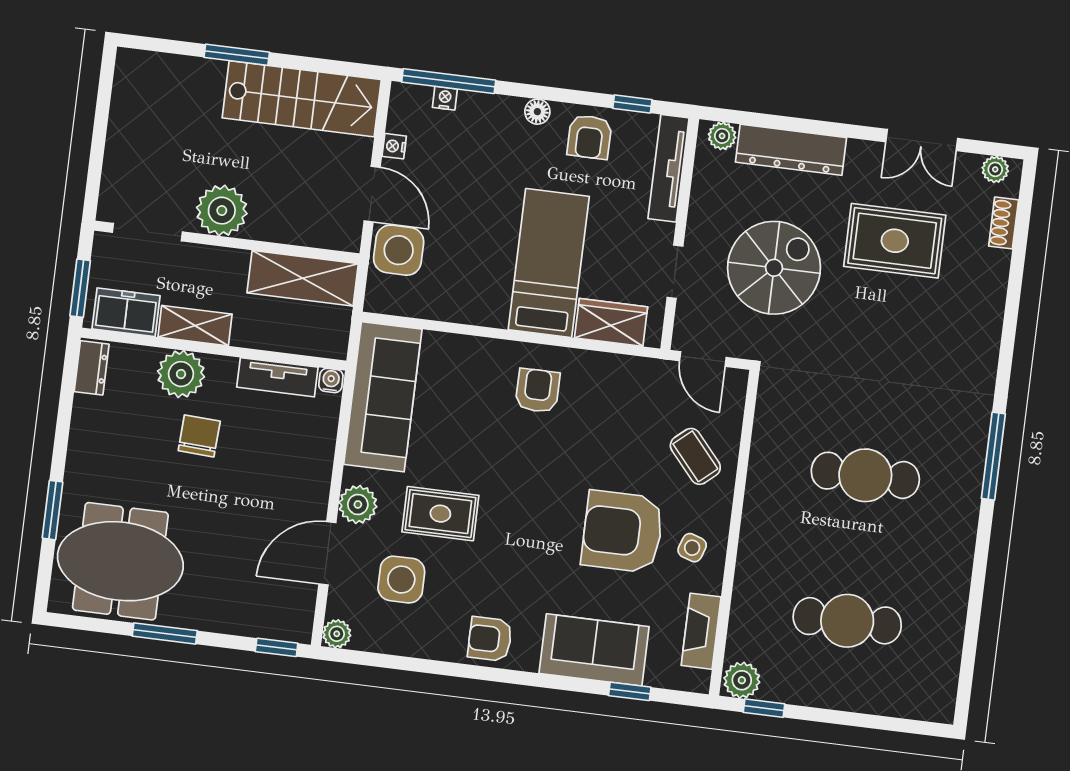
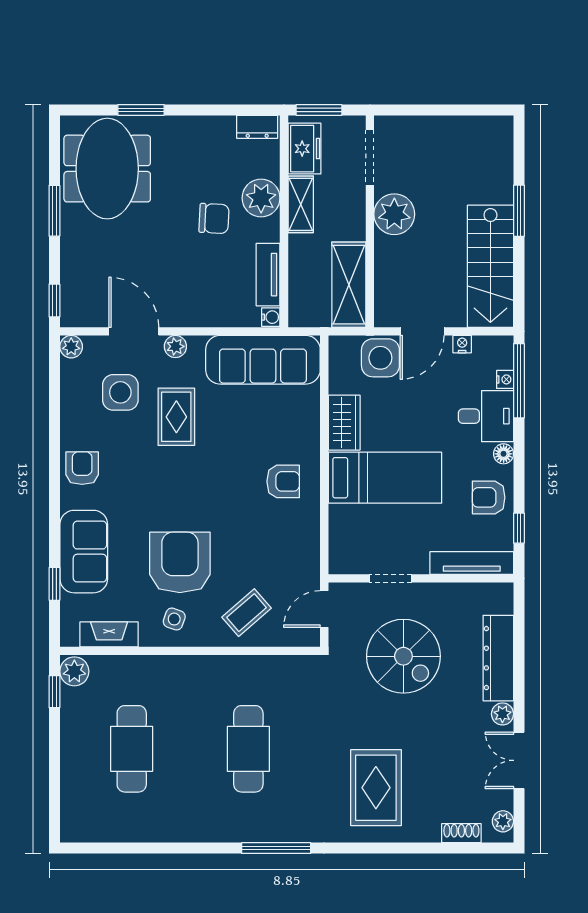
desk: (488, 128) -> (486, 416), added
plant: (722, 136) -> (502, 714), moved
rug: (895, 241) -> (376, 788), moved
wardrobe: (611, 322) -> (344, 423), moved
plant: (358, 504) -> (175, 346), width x0.73, depth x0.73

